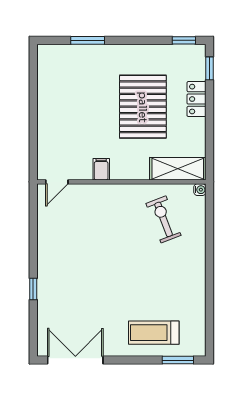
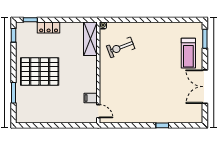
pallet: (143, 107) -> (40, 71), moved
filing cabinet: (101, 169) -> (91, 98), moved
double door: (75, 360) -> (205, 87), moved

